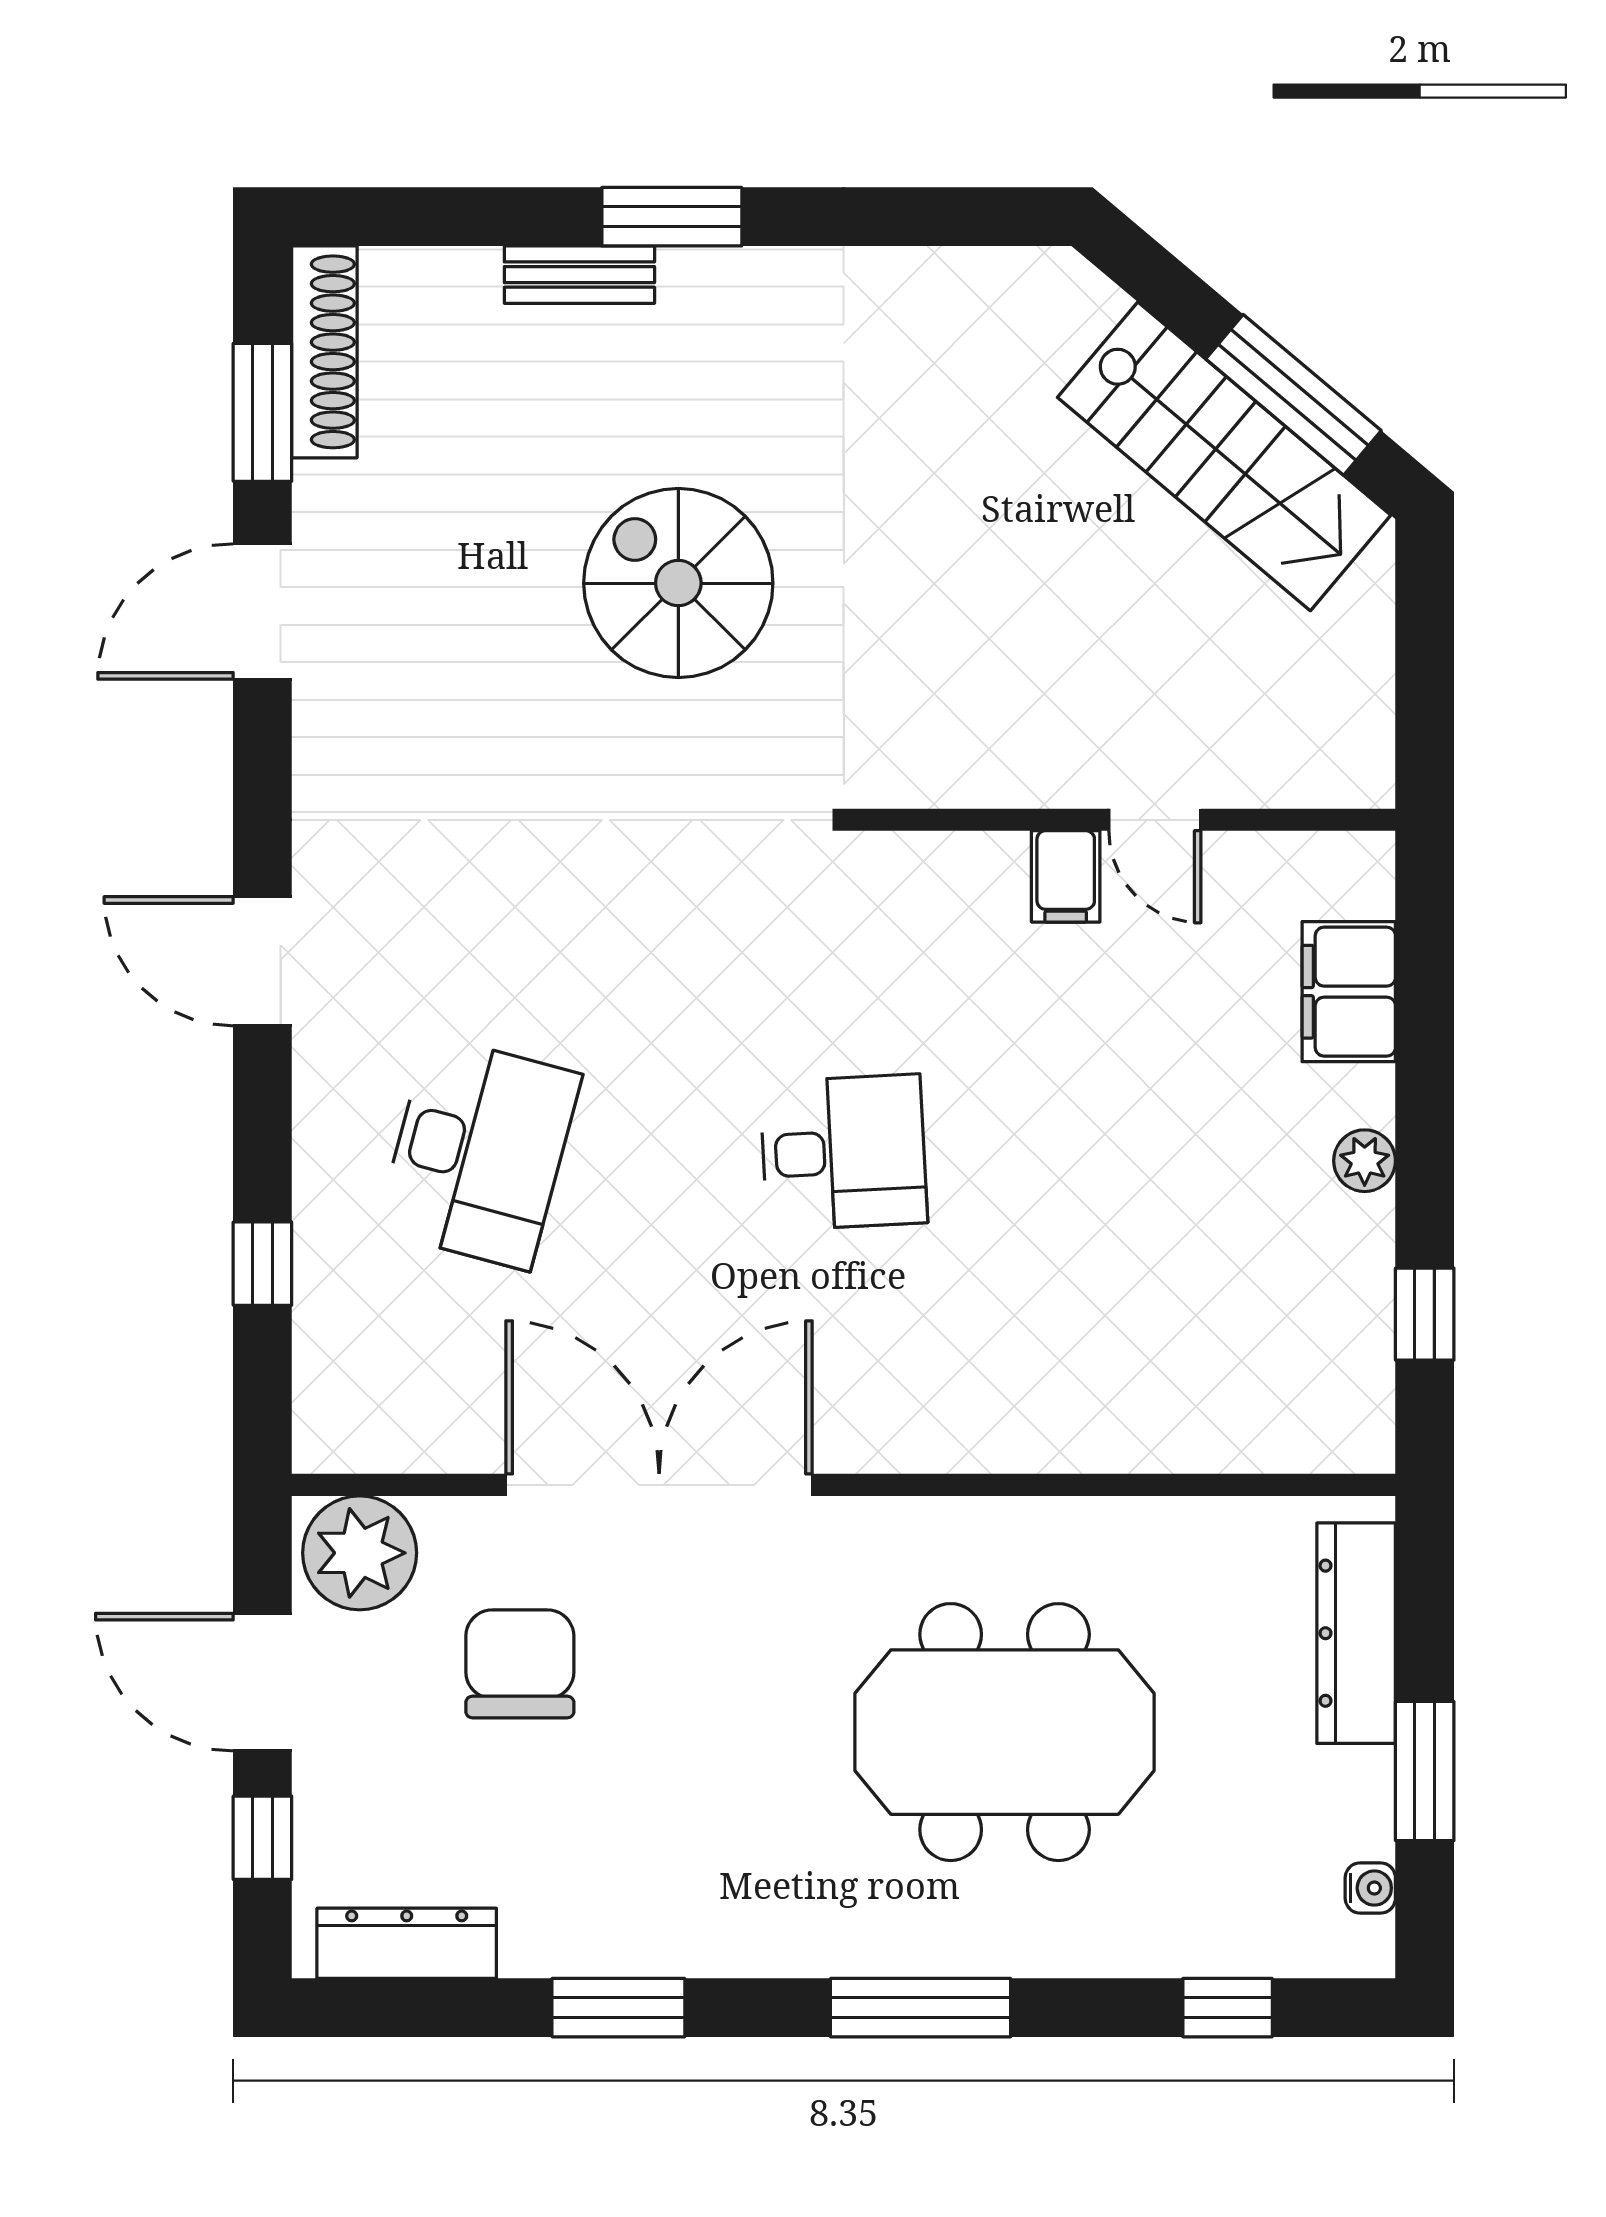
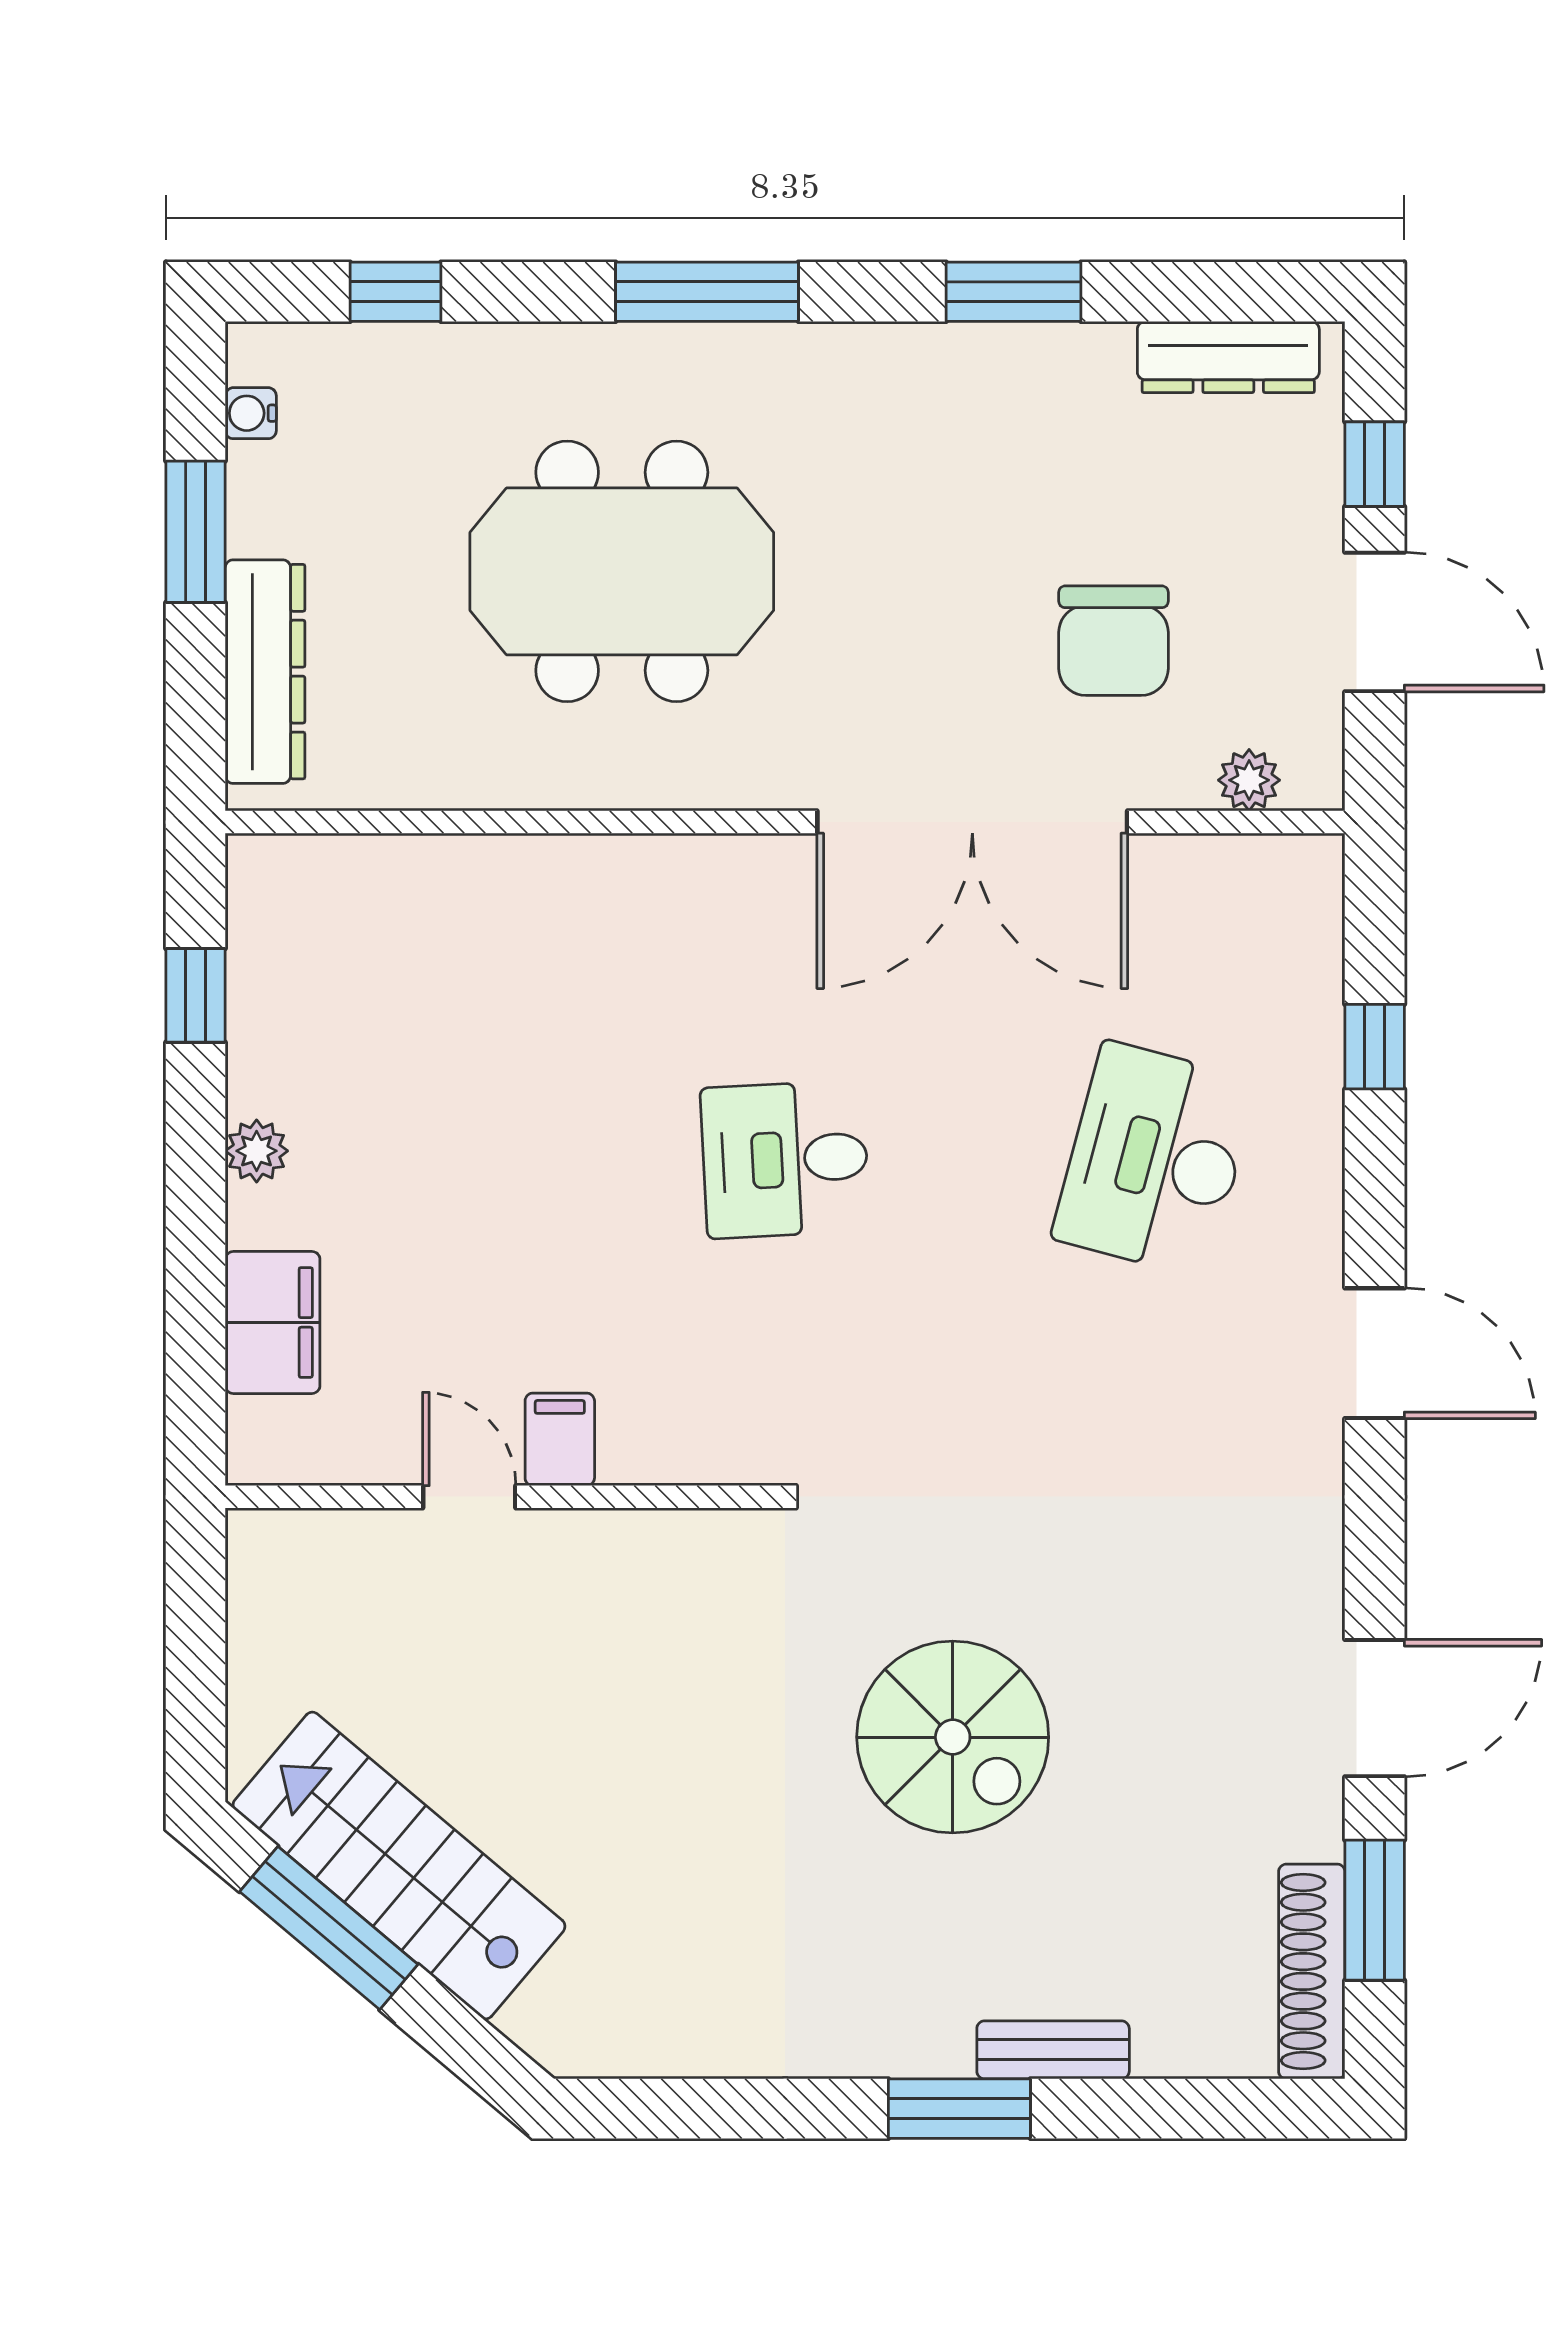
plant: (360, 1553) -> (1249, 780), width x0.53, depth x0.53

